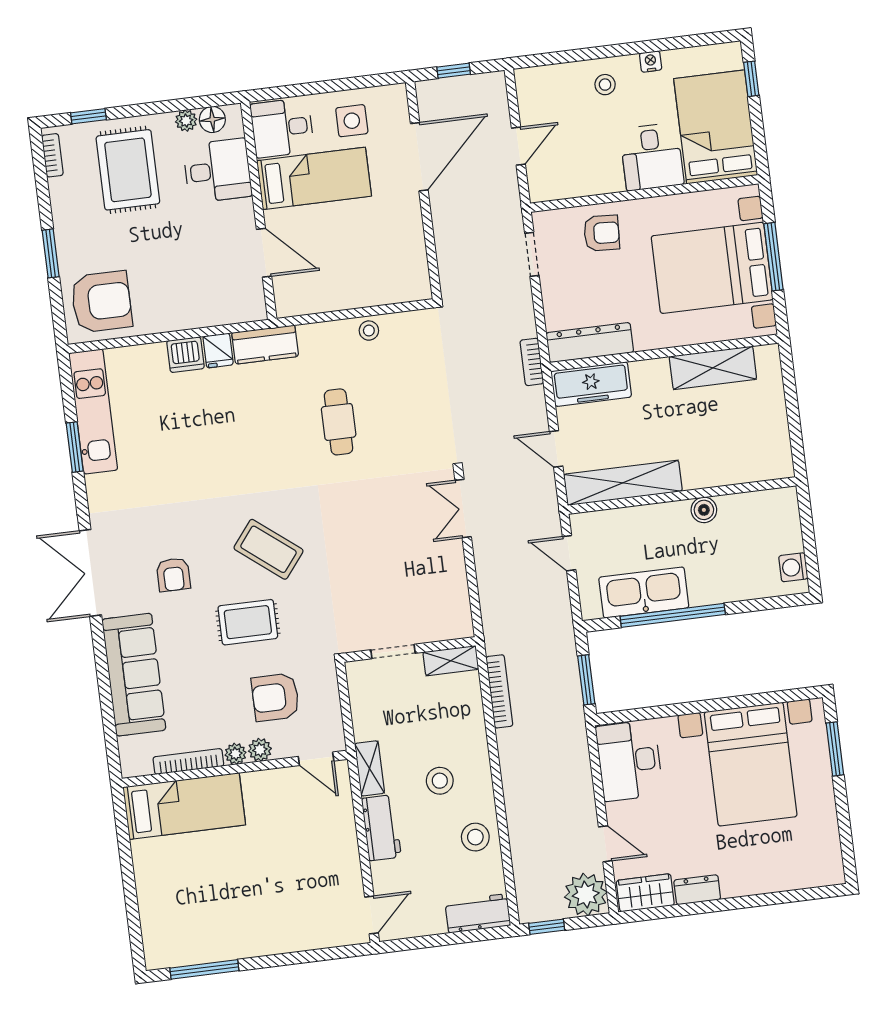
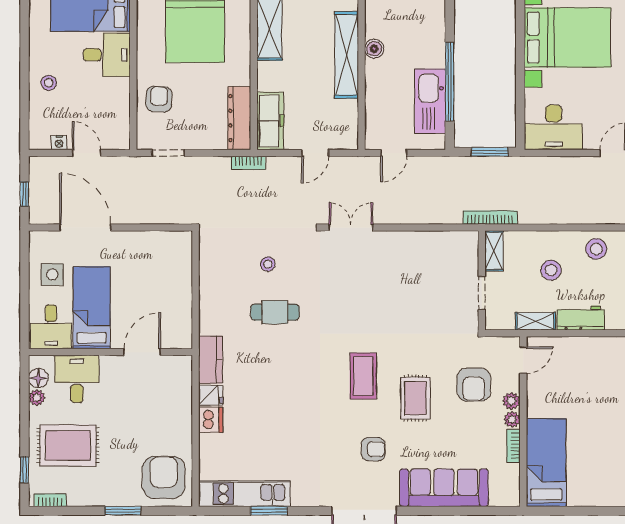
nightstand: (651, 62) -> (59, 143), moved, turned -90
stool: (369, 331) -> (268, 264), moved
shelving: (623, 483) -> (347, 55), moved
double door: (463, 509) -> (351, 228), swing flipped
coffee table: (269, 549) -> (363, 376), turned -38
wall: (410, 649) -> (482, 280), moved
doorway: (393, 652) -> (482, 293), moved
shelving: (451, 661) -> (494, 251), moved
bookcase: (188, 762) -> (513, 446), width x0.64

